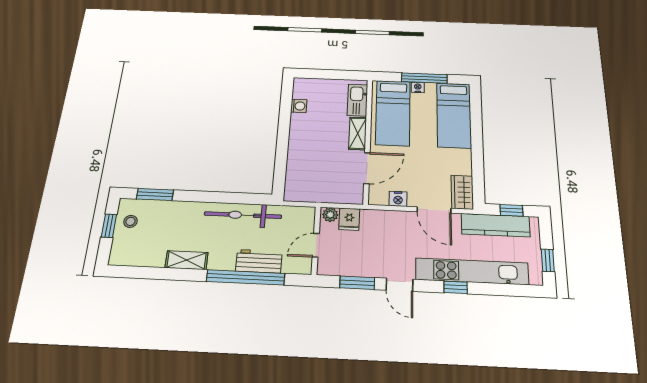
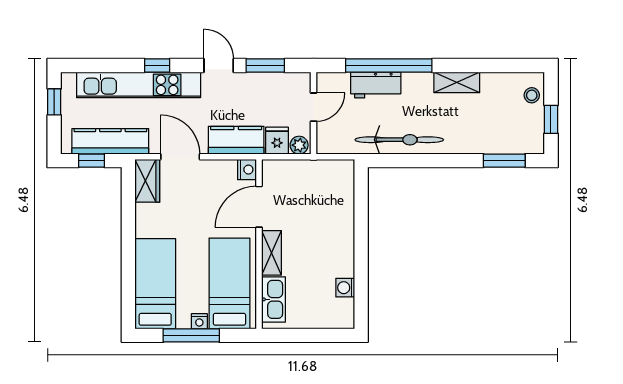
nightstand: (398, 199) -> (247, 170), moved, turned 90
stool: (130, 221) -> (532, 95), moved
kitchen counter: (385, 221) -> (236, 140), added

